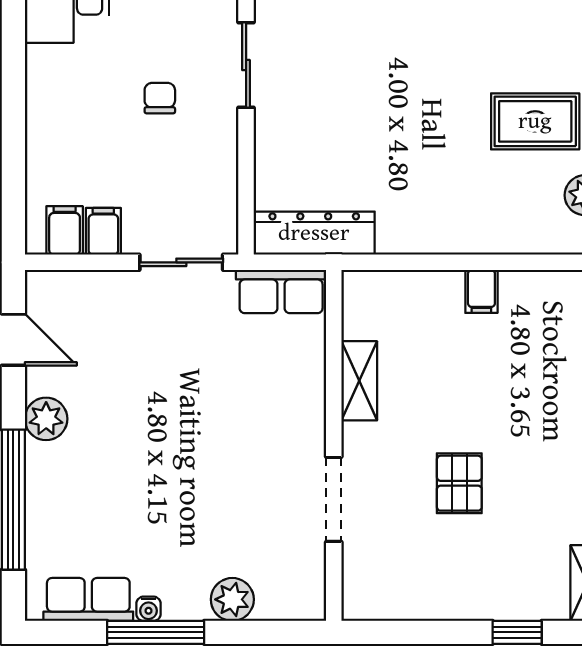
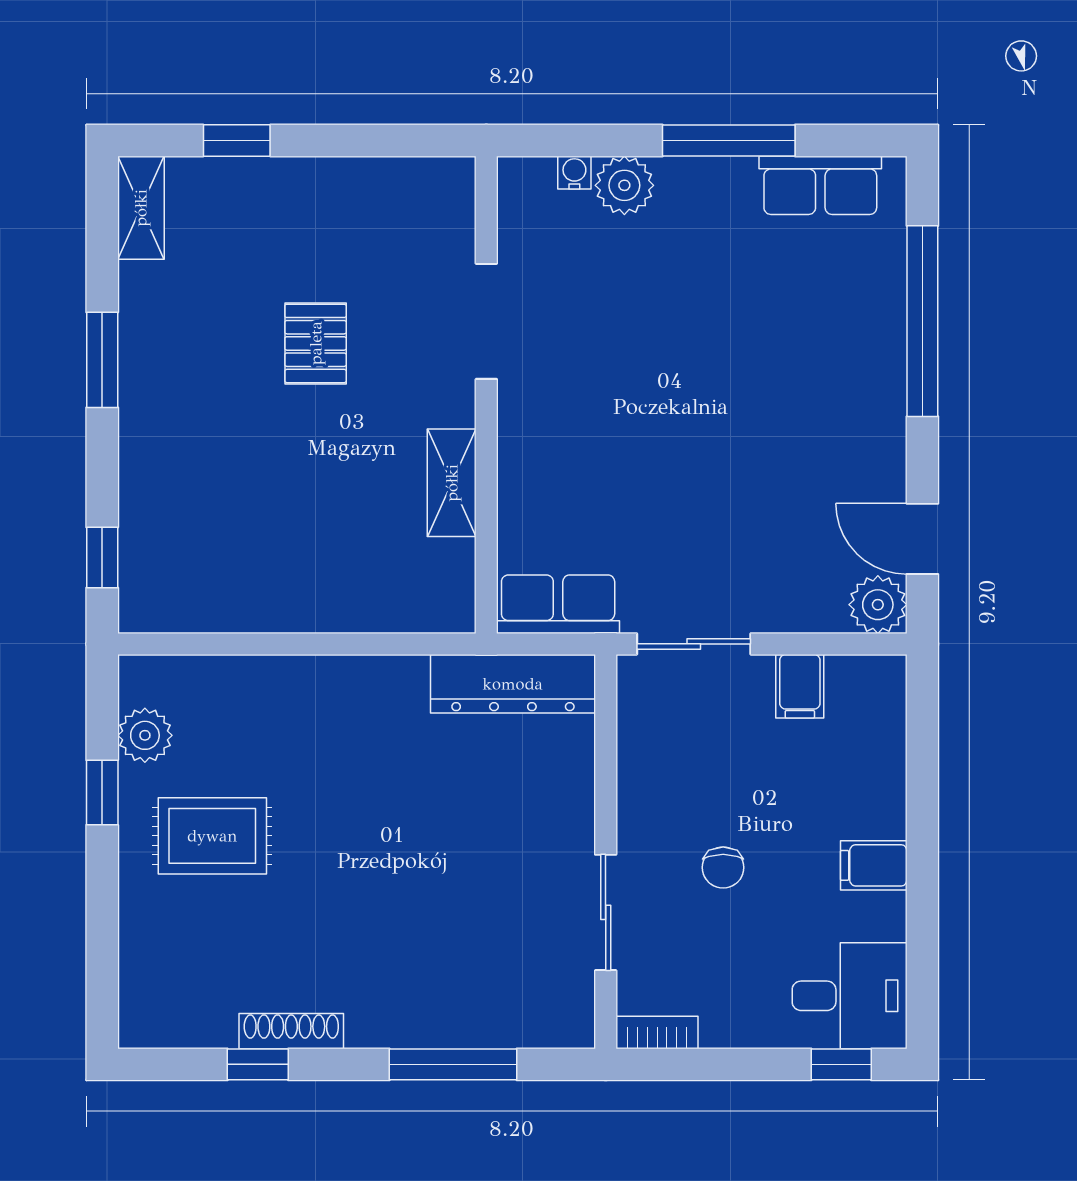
filing cabinet: (65, 230) -> (874, 865), moved, turned 90
filing cabinet: (481, 291) -> (285, 604), removed
plant: (46, 419) -> (878, 605), moved
water cooler: (148, 609) -> (574, 173), moved

